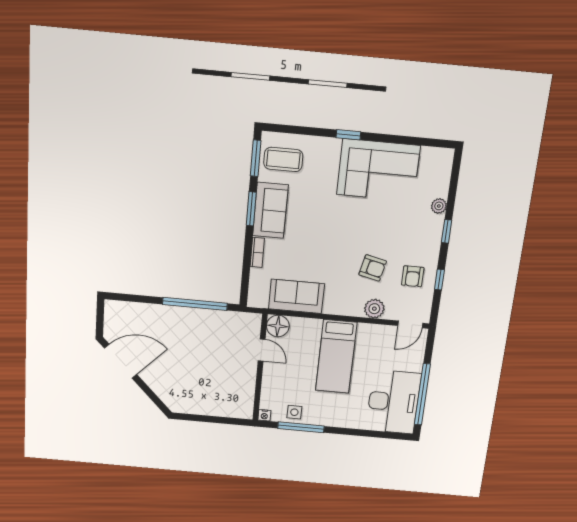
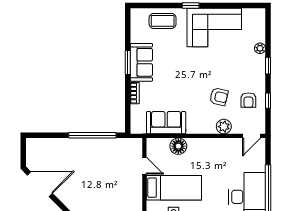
window: (256, 158) -> (128, 27), removed
coffee table: (283, 159) -> (163, 21), moved
floor lamp: (278, 326) -> (178, 146), moved
bed: (336, 357) -> (174, 188), moved, turned -90

